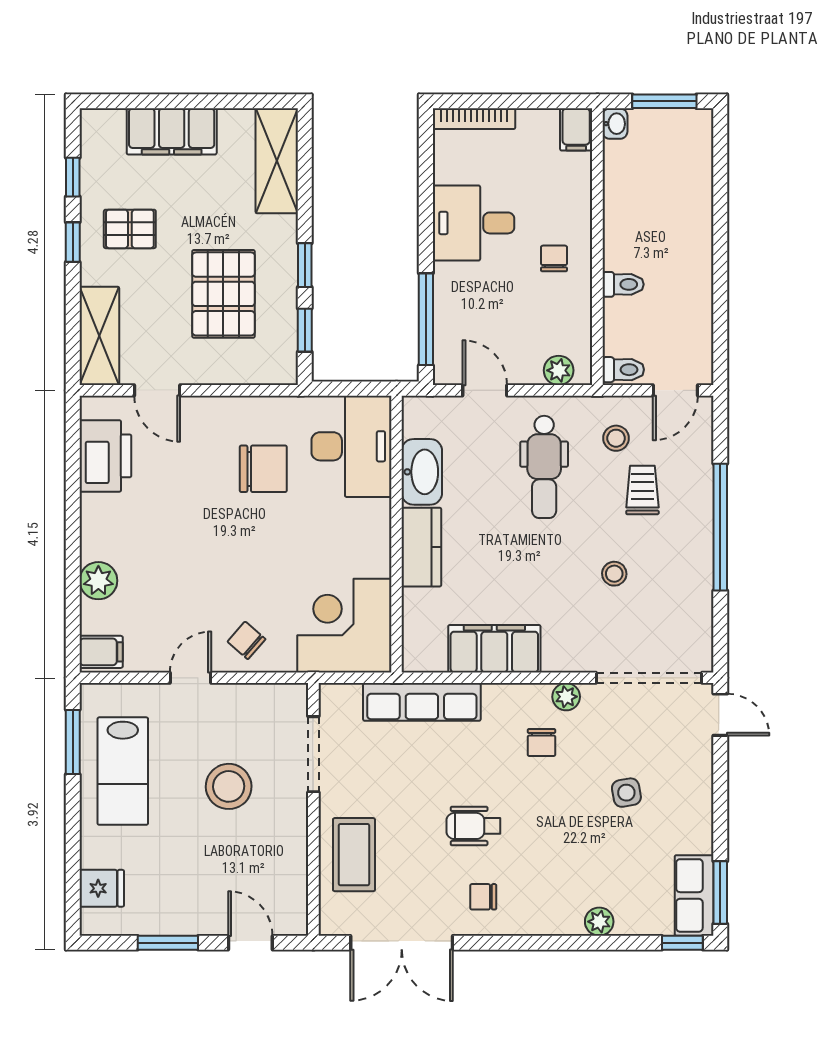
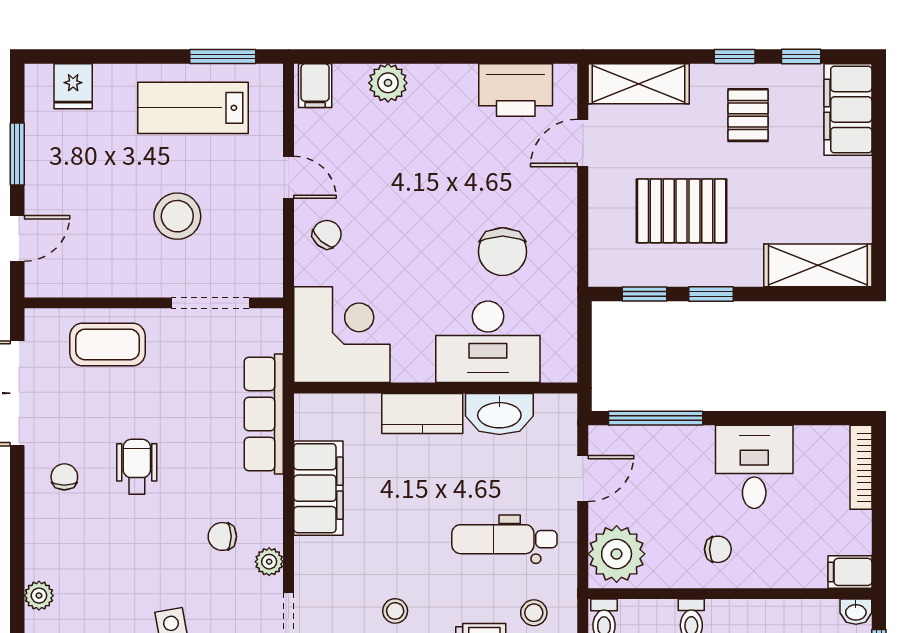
filing cabinet: (172, 131) -> (848, 110), moved
plant: (559, 370) -> (617, 554), width x1.87, depth x1.87
desk: (351, 446) -> (488, 342), moved

